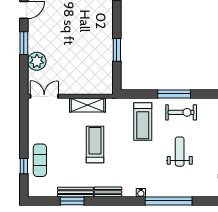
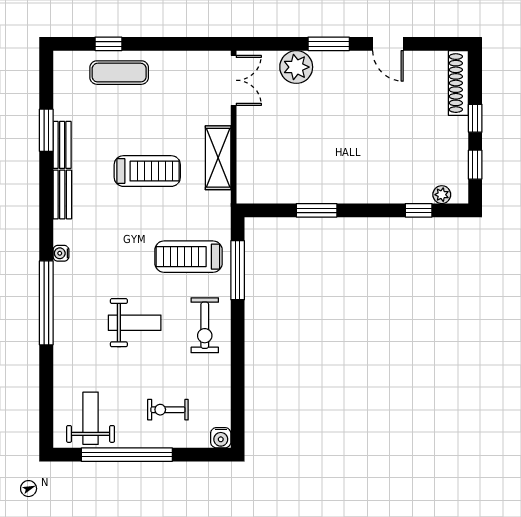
window: (174, 94) -> (238, 270), moved
bench: (76, 192) -> (62, 145), width x0.73

